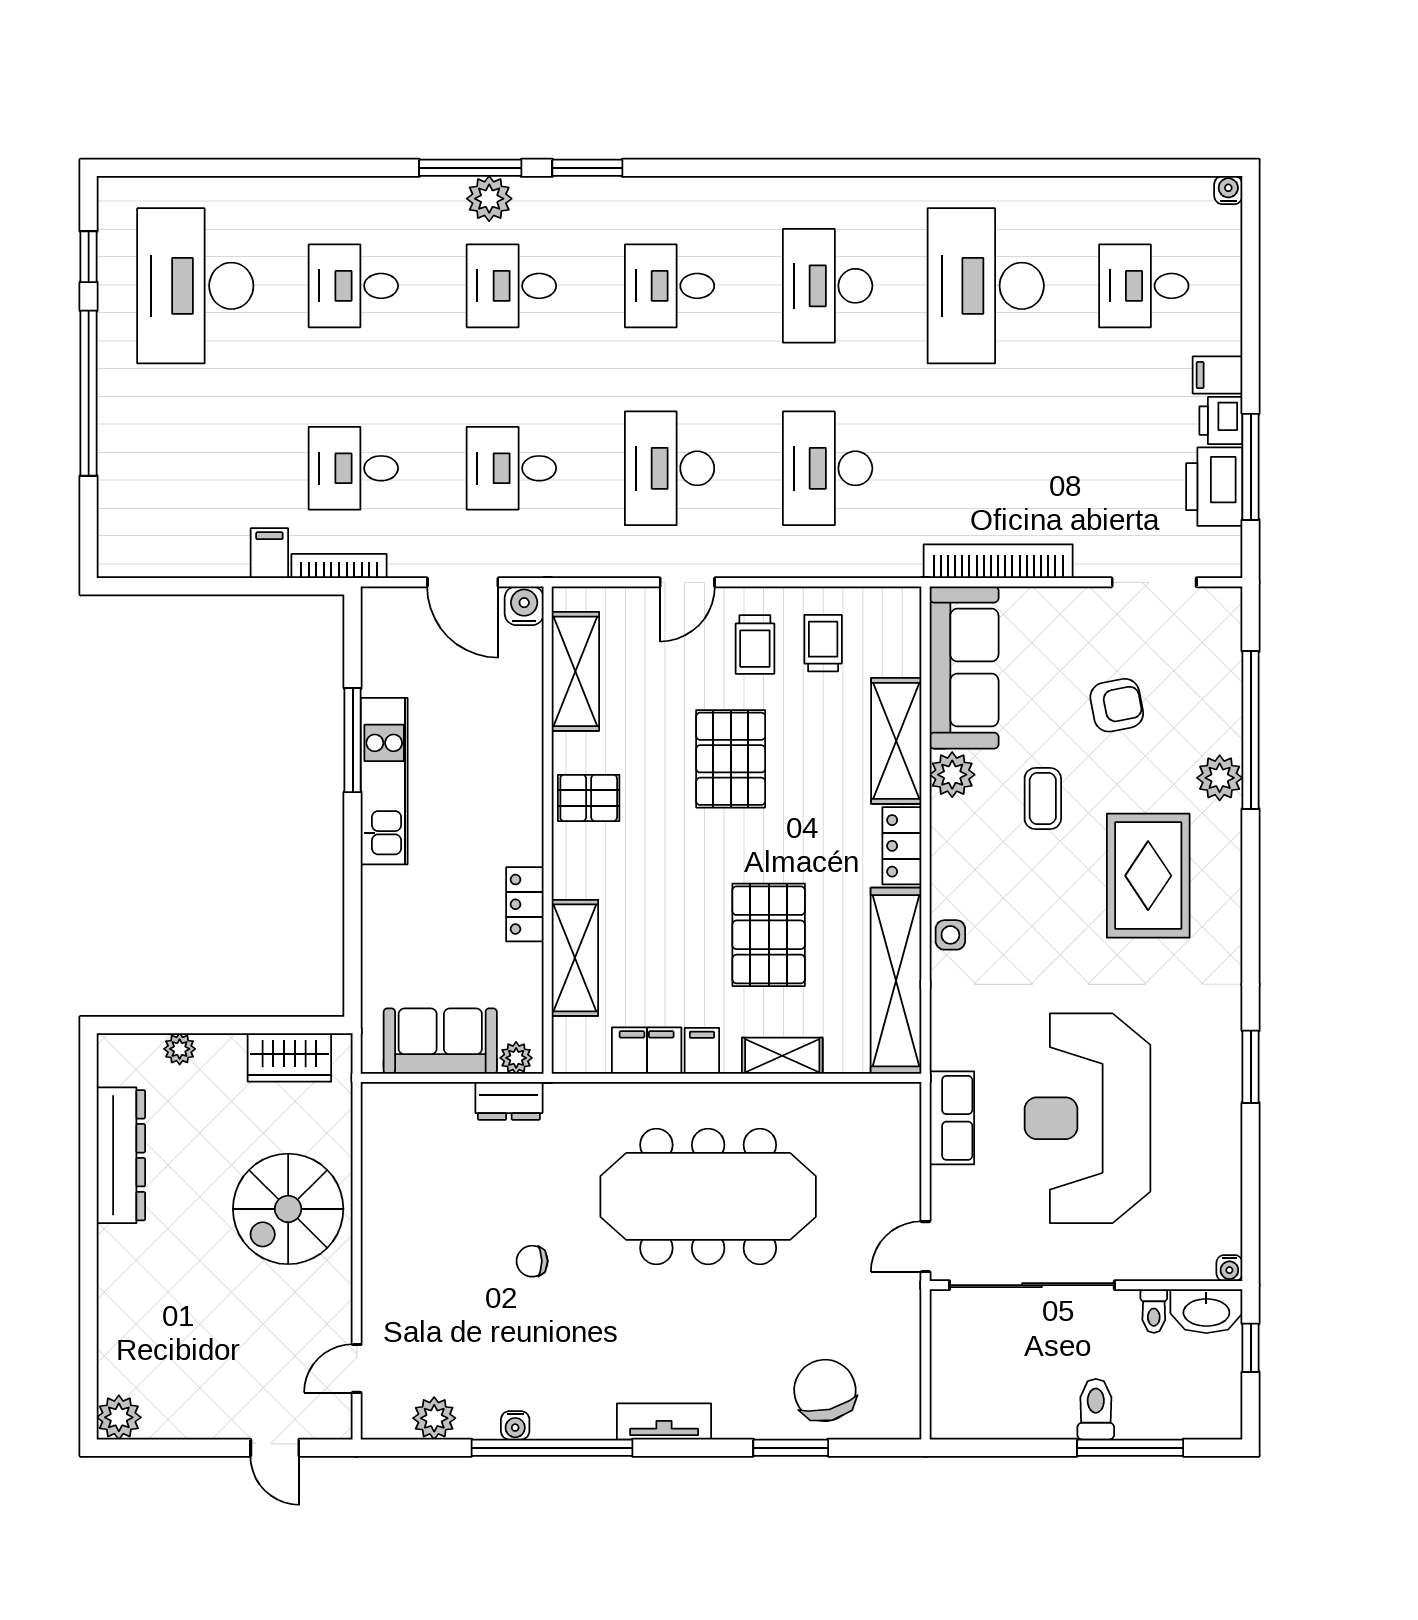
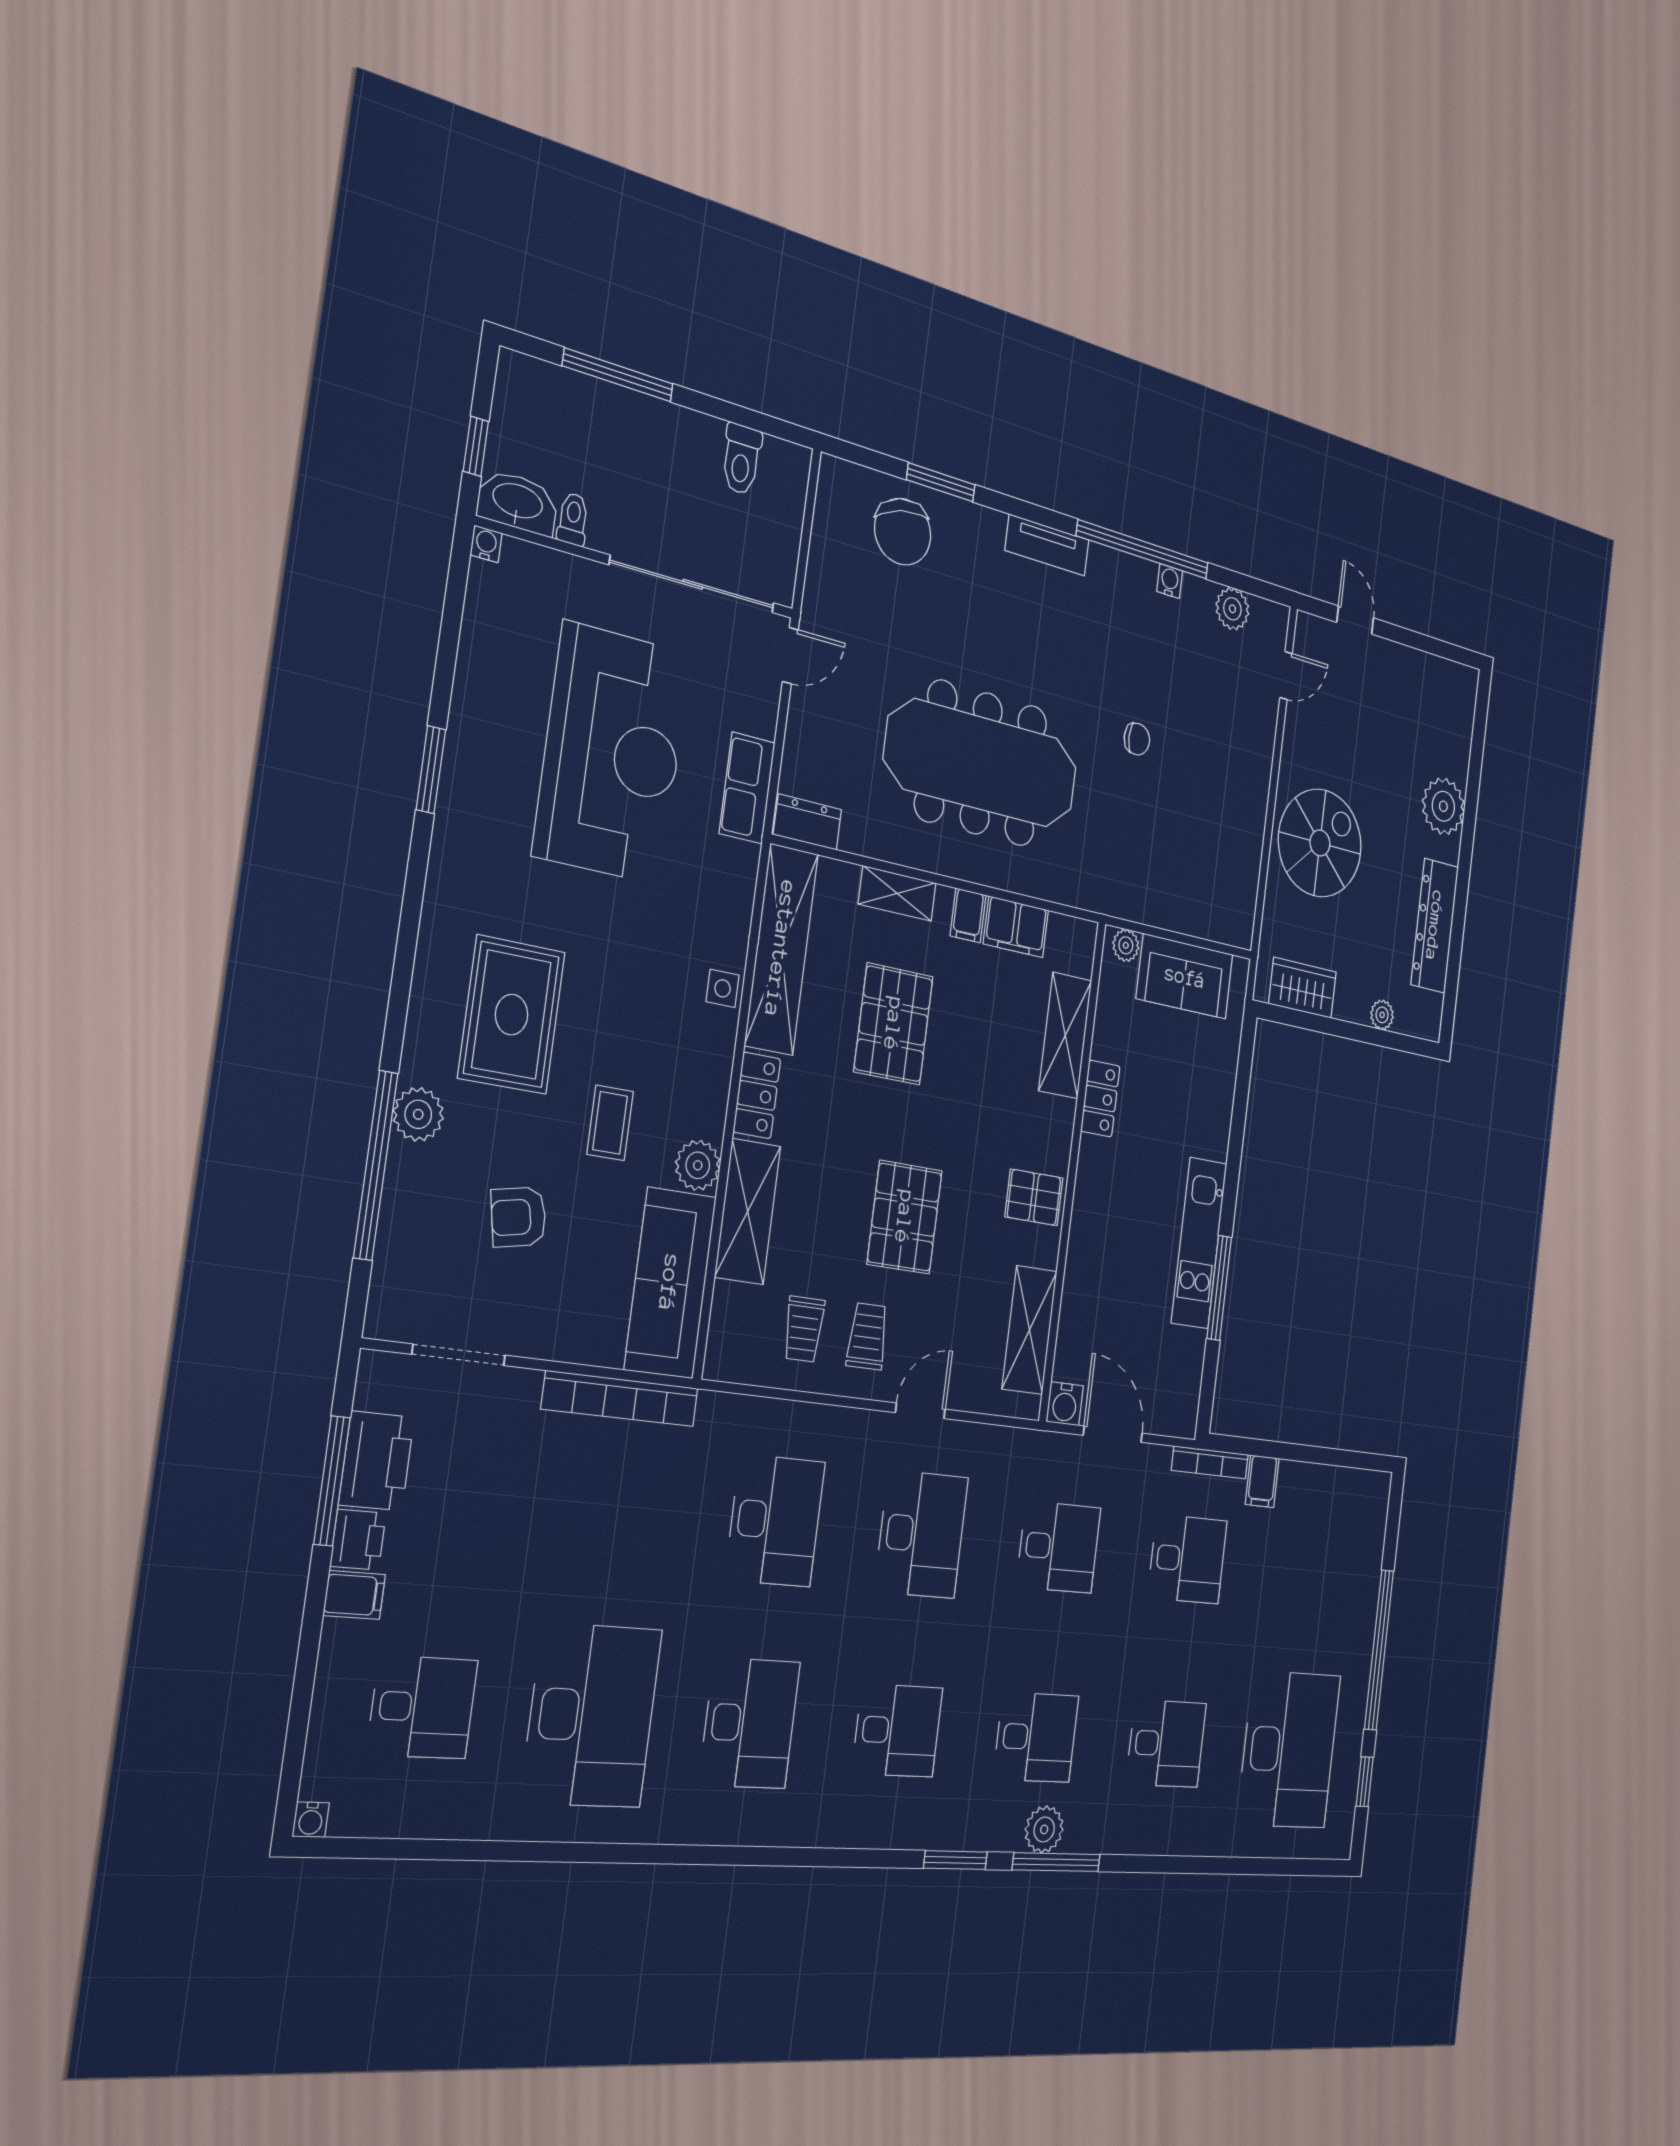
dresser: (509, 1101) -> (808, 822), moved
toilet: (1096, 1409) -> (741, 459), moved
plant: (119, 1417) -> (1443, 806), moved, width x1.36, depth x1.36

